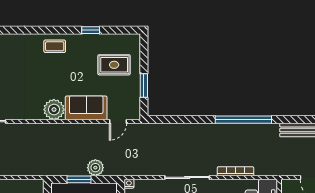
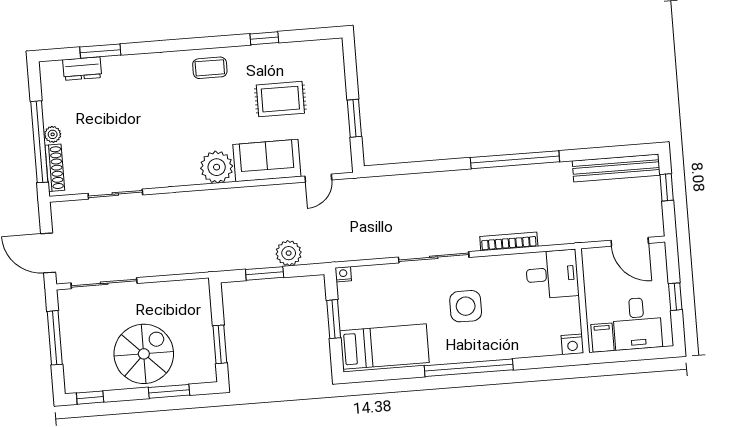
rug: (114, 65) -> (280, 99), moved

